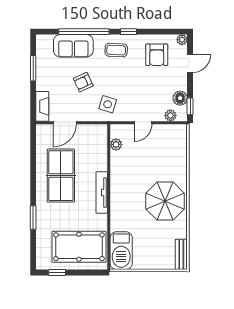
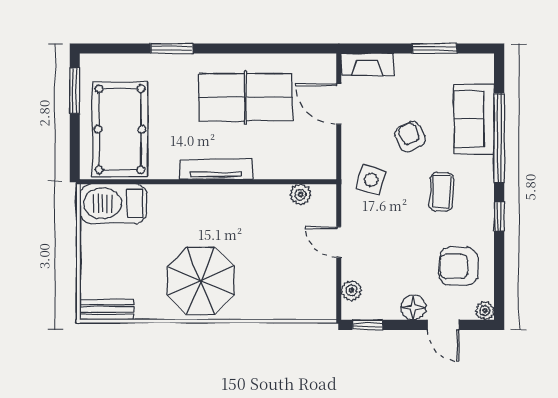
coffee table: (116, 50) -> (441, 192), moved
floor lamp: (180, 98) -> (413, 307), moved
window: (57, 273) -> (75, 91), width x1.50

